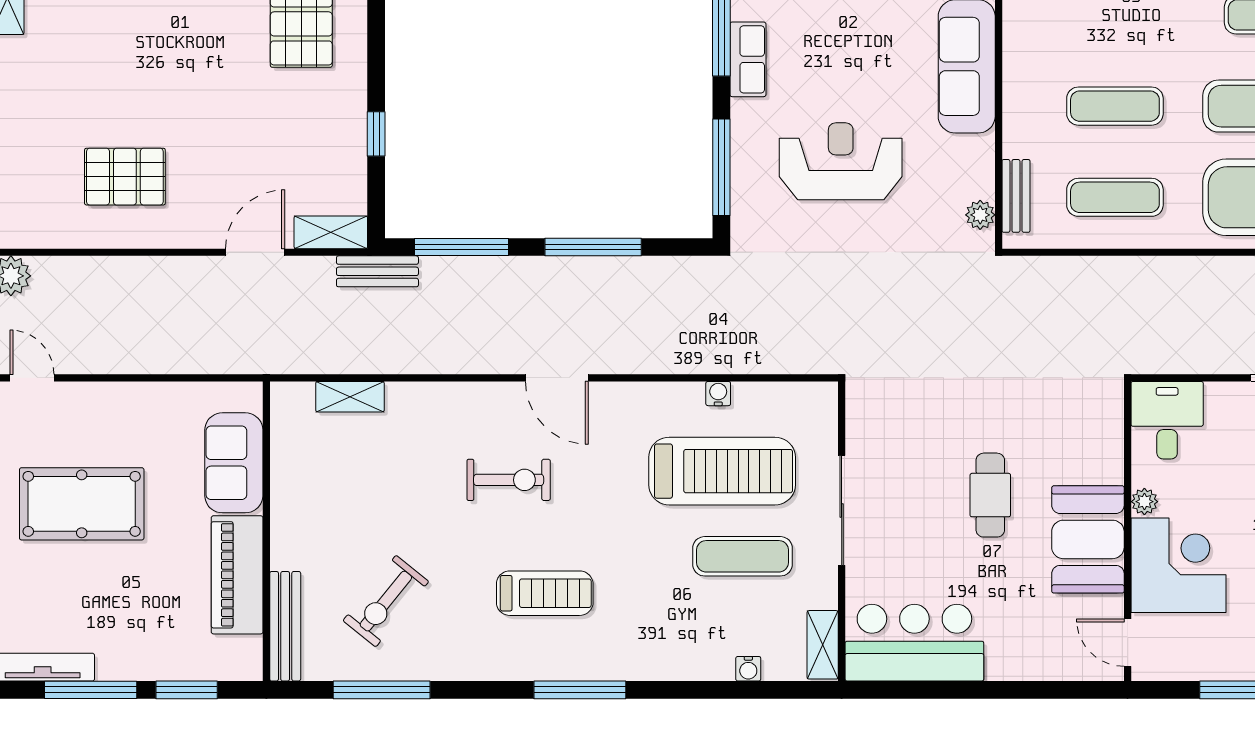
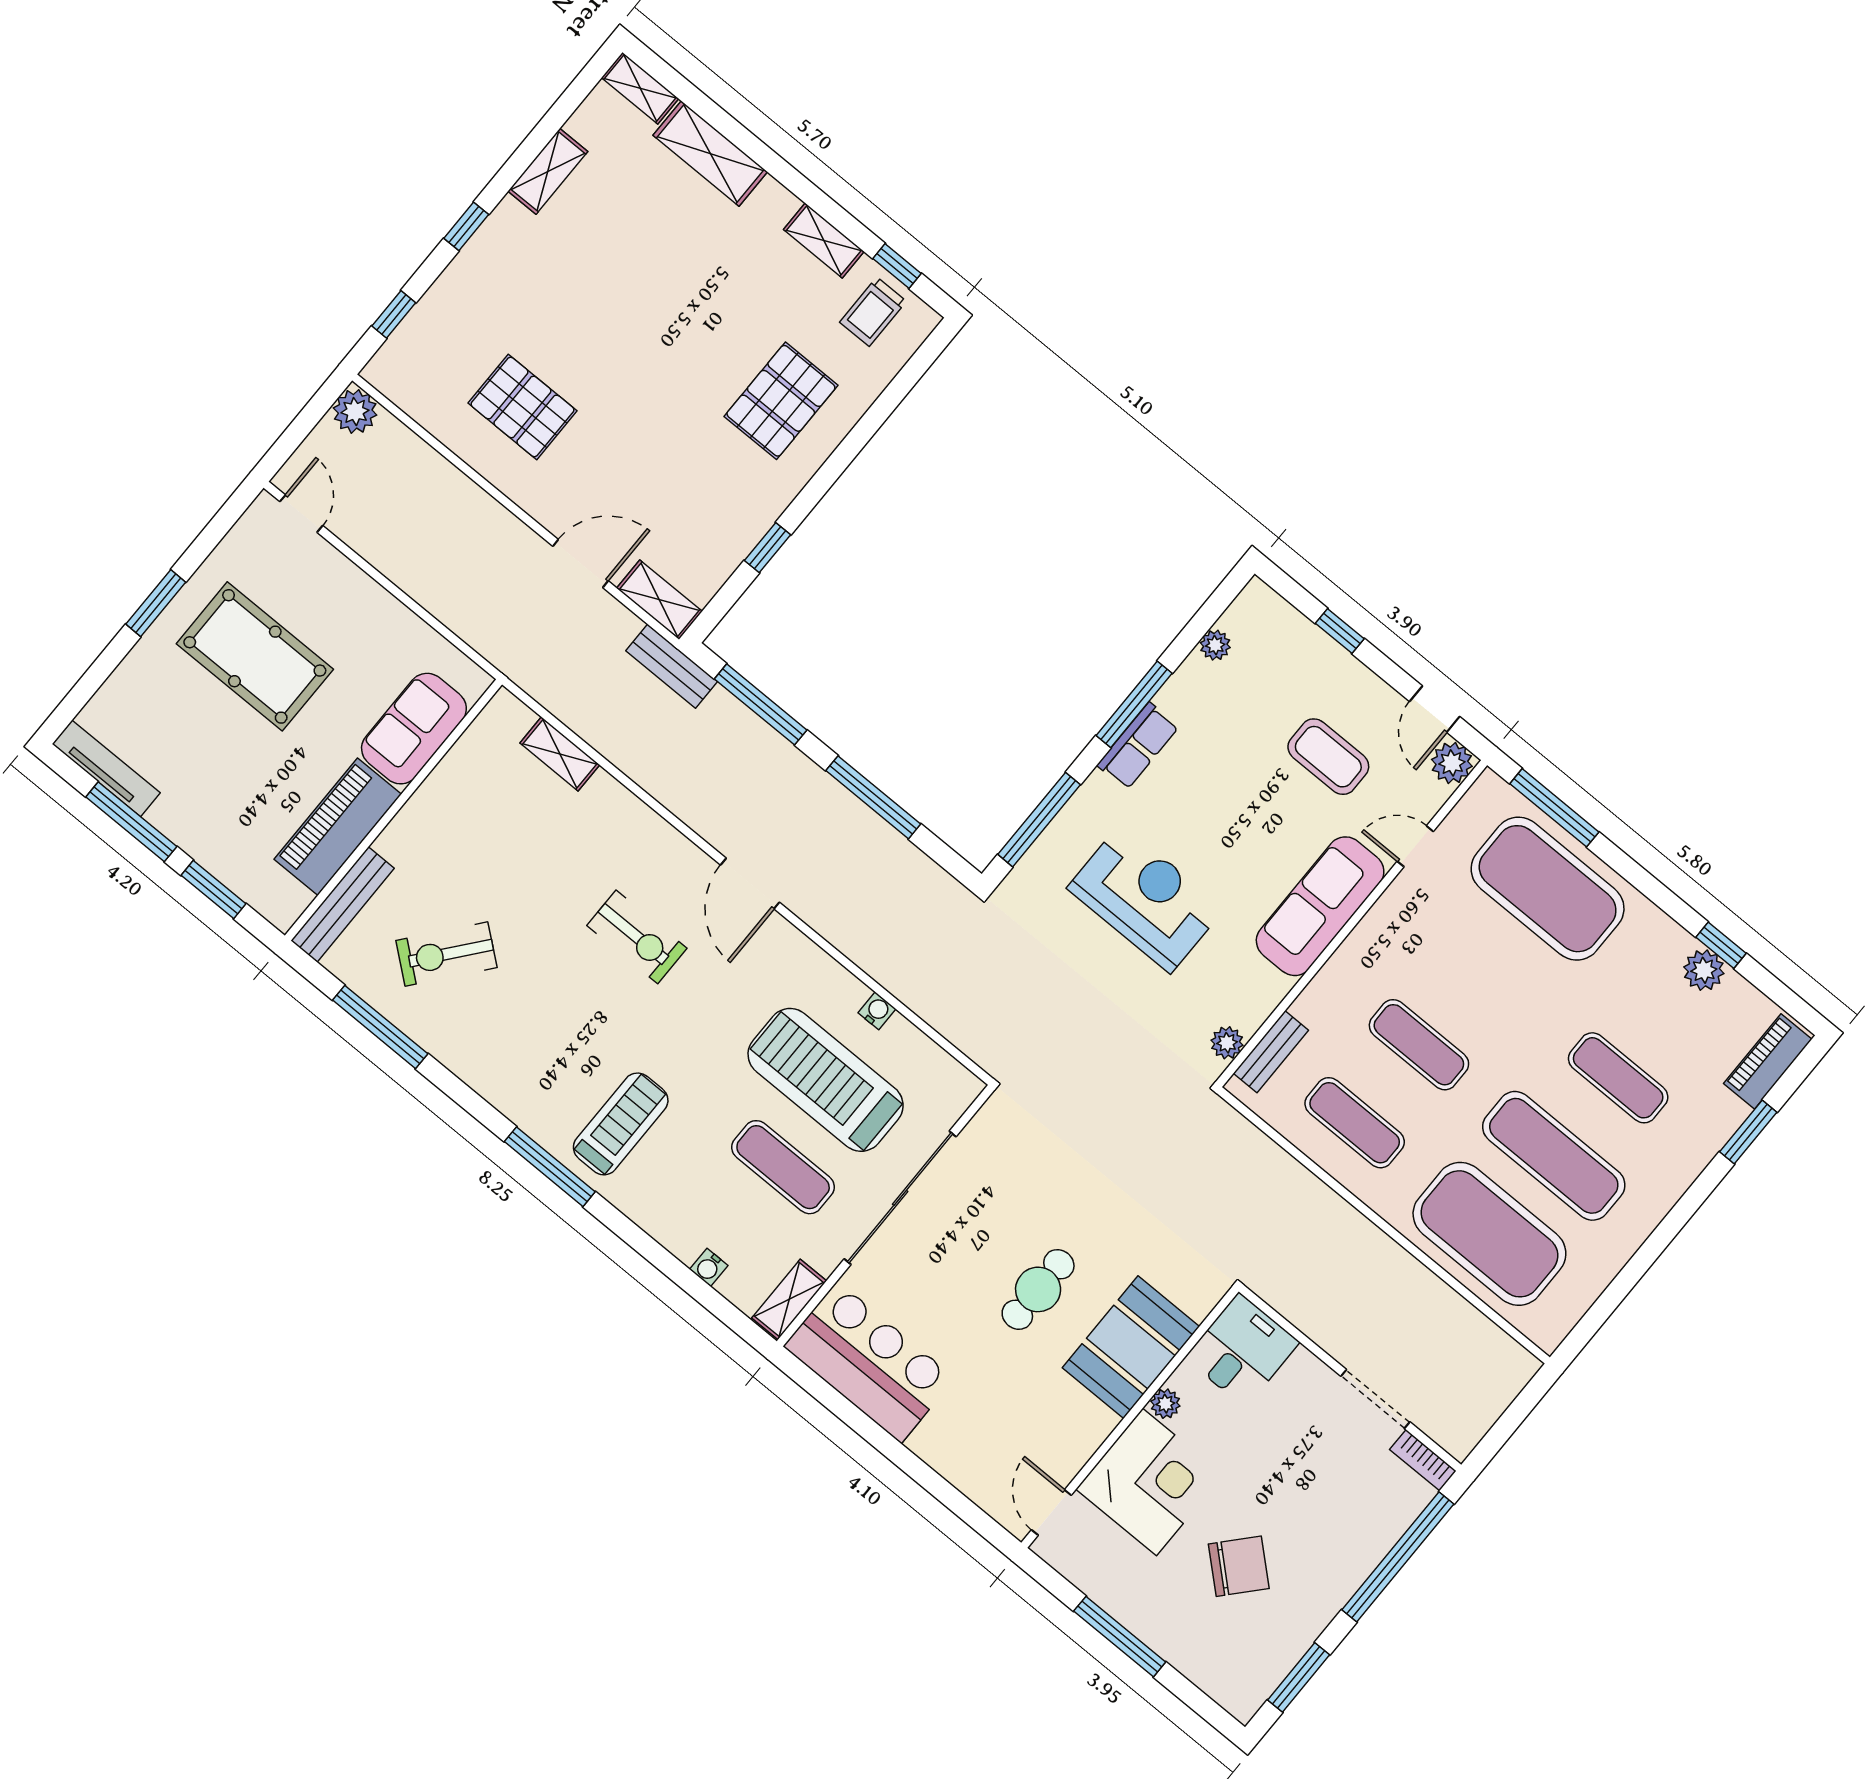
treadmill: (722, 471) -> (826, 1080), turned 180
sliding door: (842, 510) -> (900, 1198), width x1.36
booth: (1088, 539) -> (1131, 1347), moved
treadmill: (545, 593) -> (621, 1124), moved, turned -90

